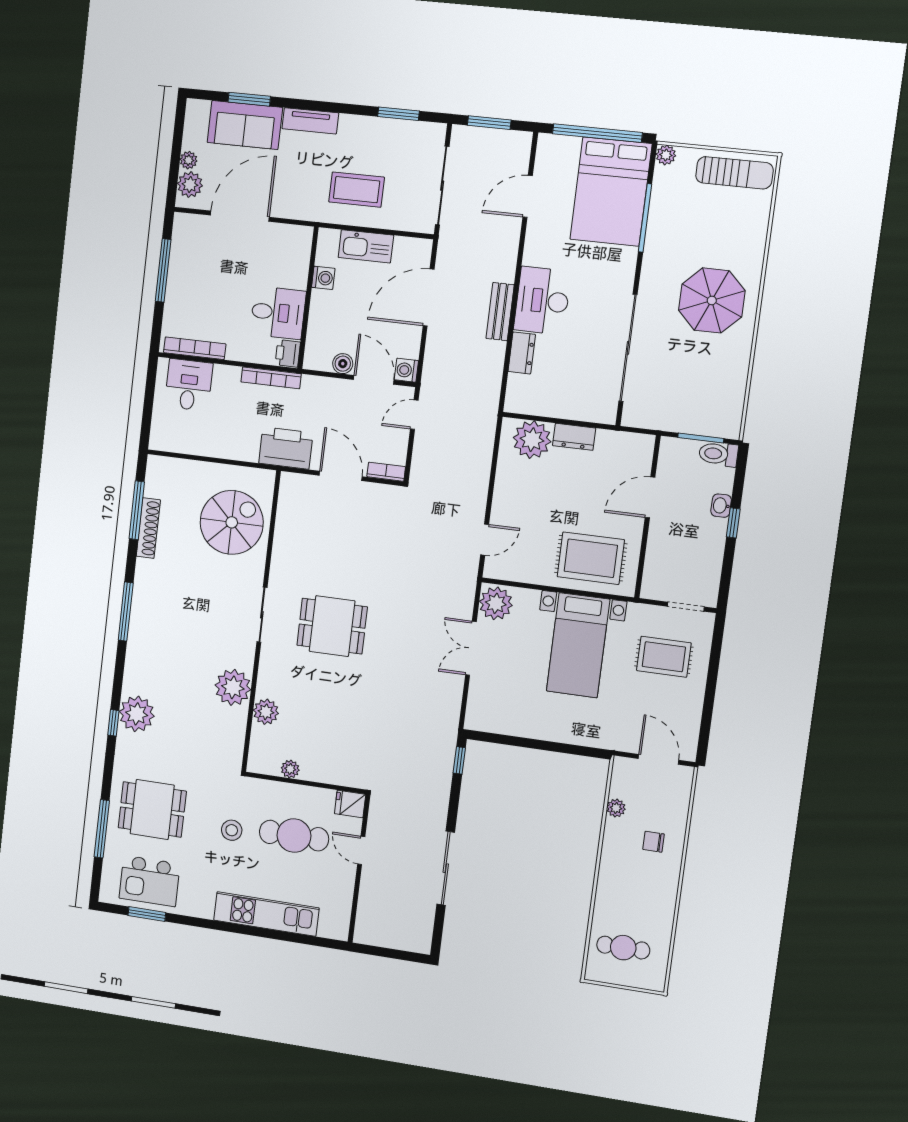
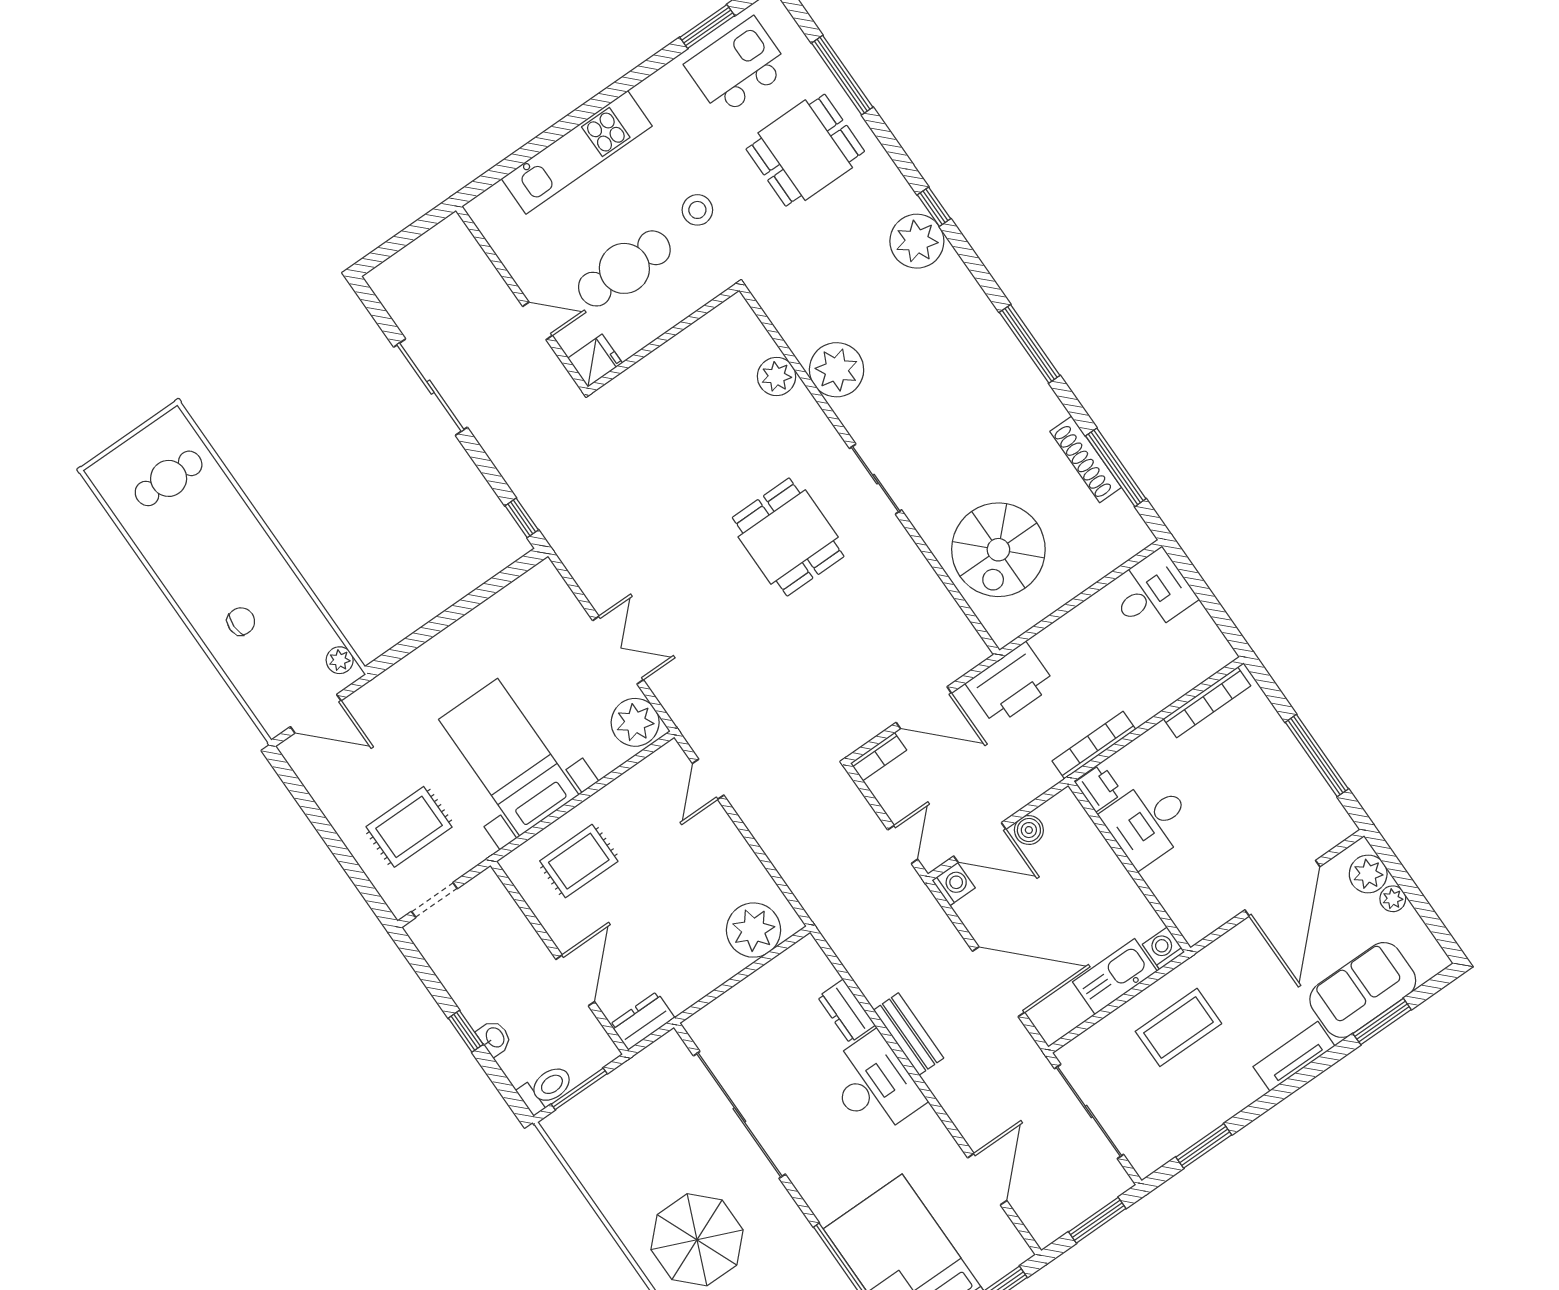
washing machine: (323, 278) -> (1164, 948), moved, turned 90
door: (429, 298) -> (998, 982), hinge flipped
desk: (189, 385) -> (1152, 593), moved, turned -90
dresser: (574, 437) -> (643, 1021), moved
rug: (591, 558) -> (579, 861), width x0.73, depth x0.70
dining table: (332, 626) -> (788, 537), turned 90
plant: (290, 769) -> (694, 338), removed
plant: (616, 808) -> (340, 660), moved

